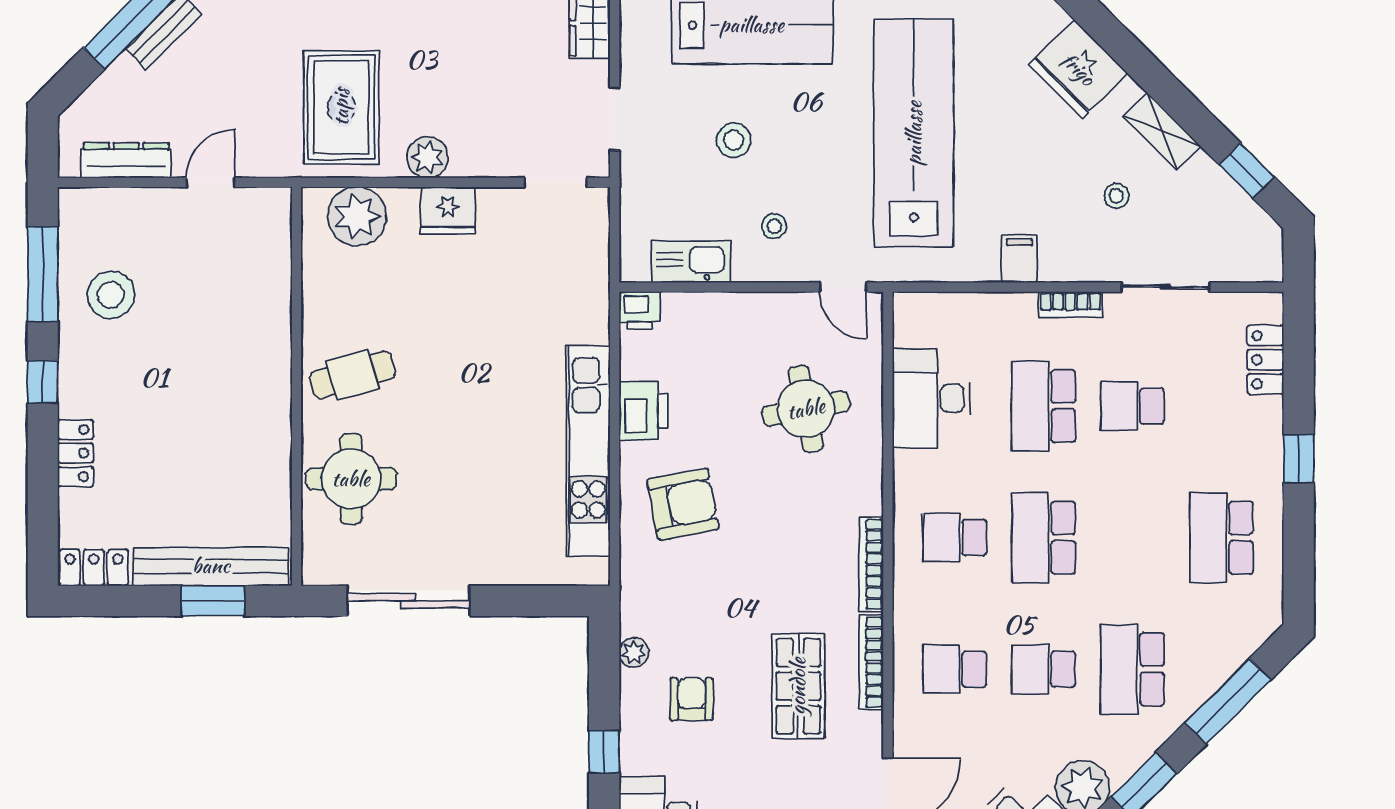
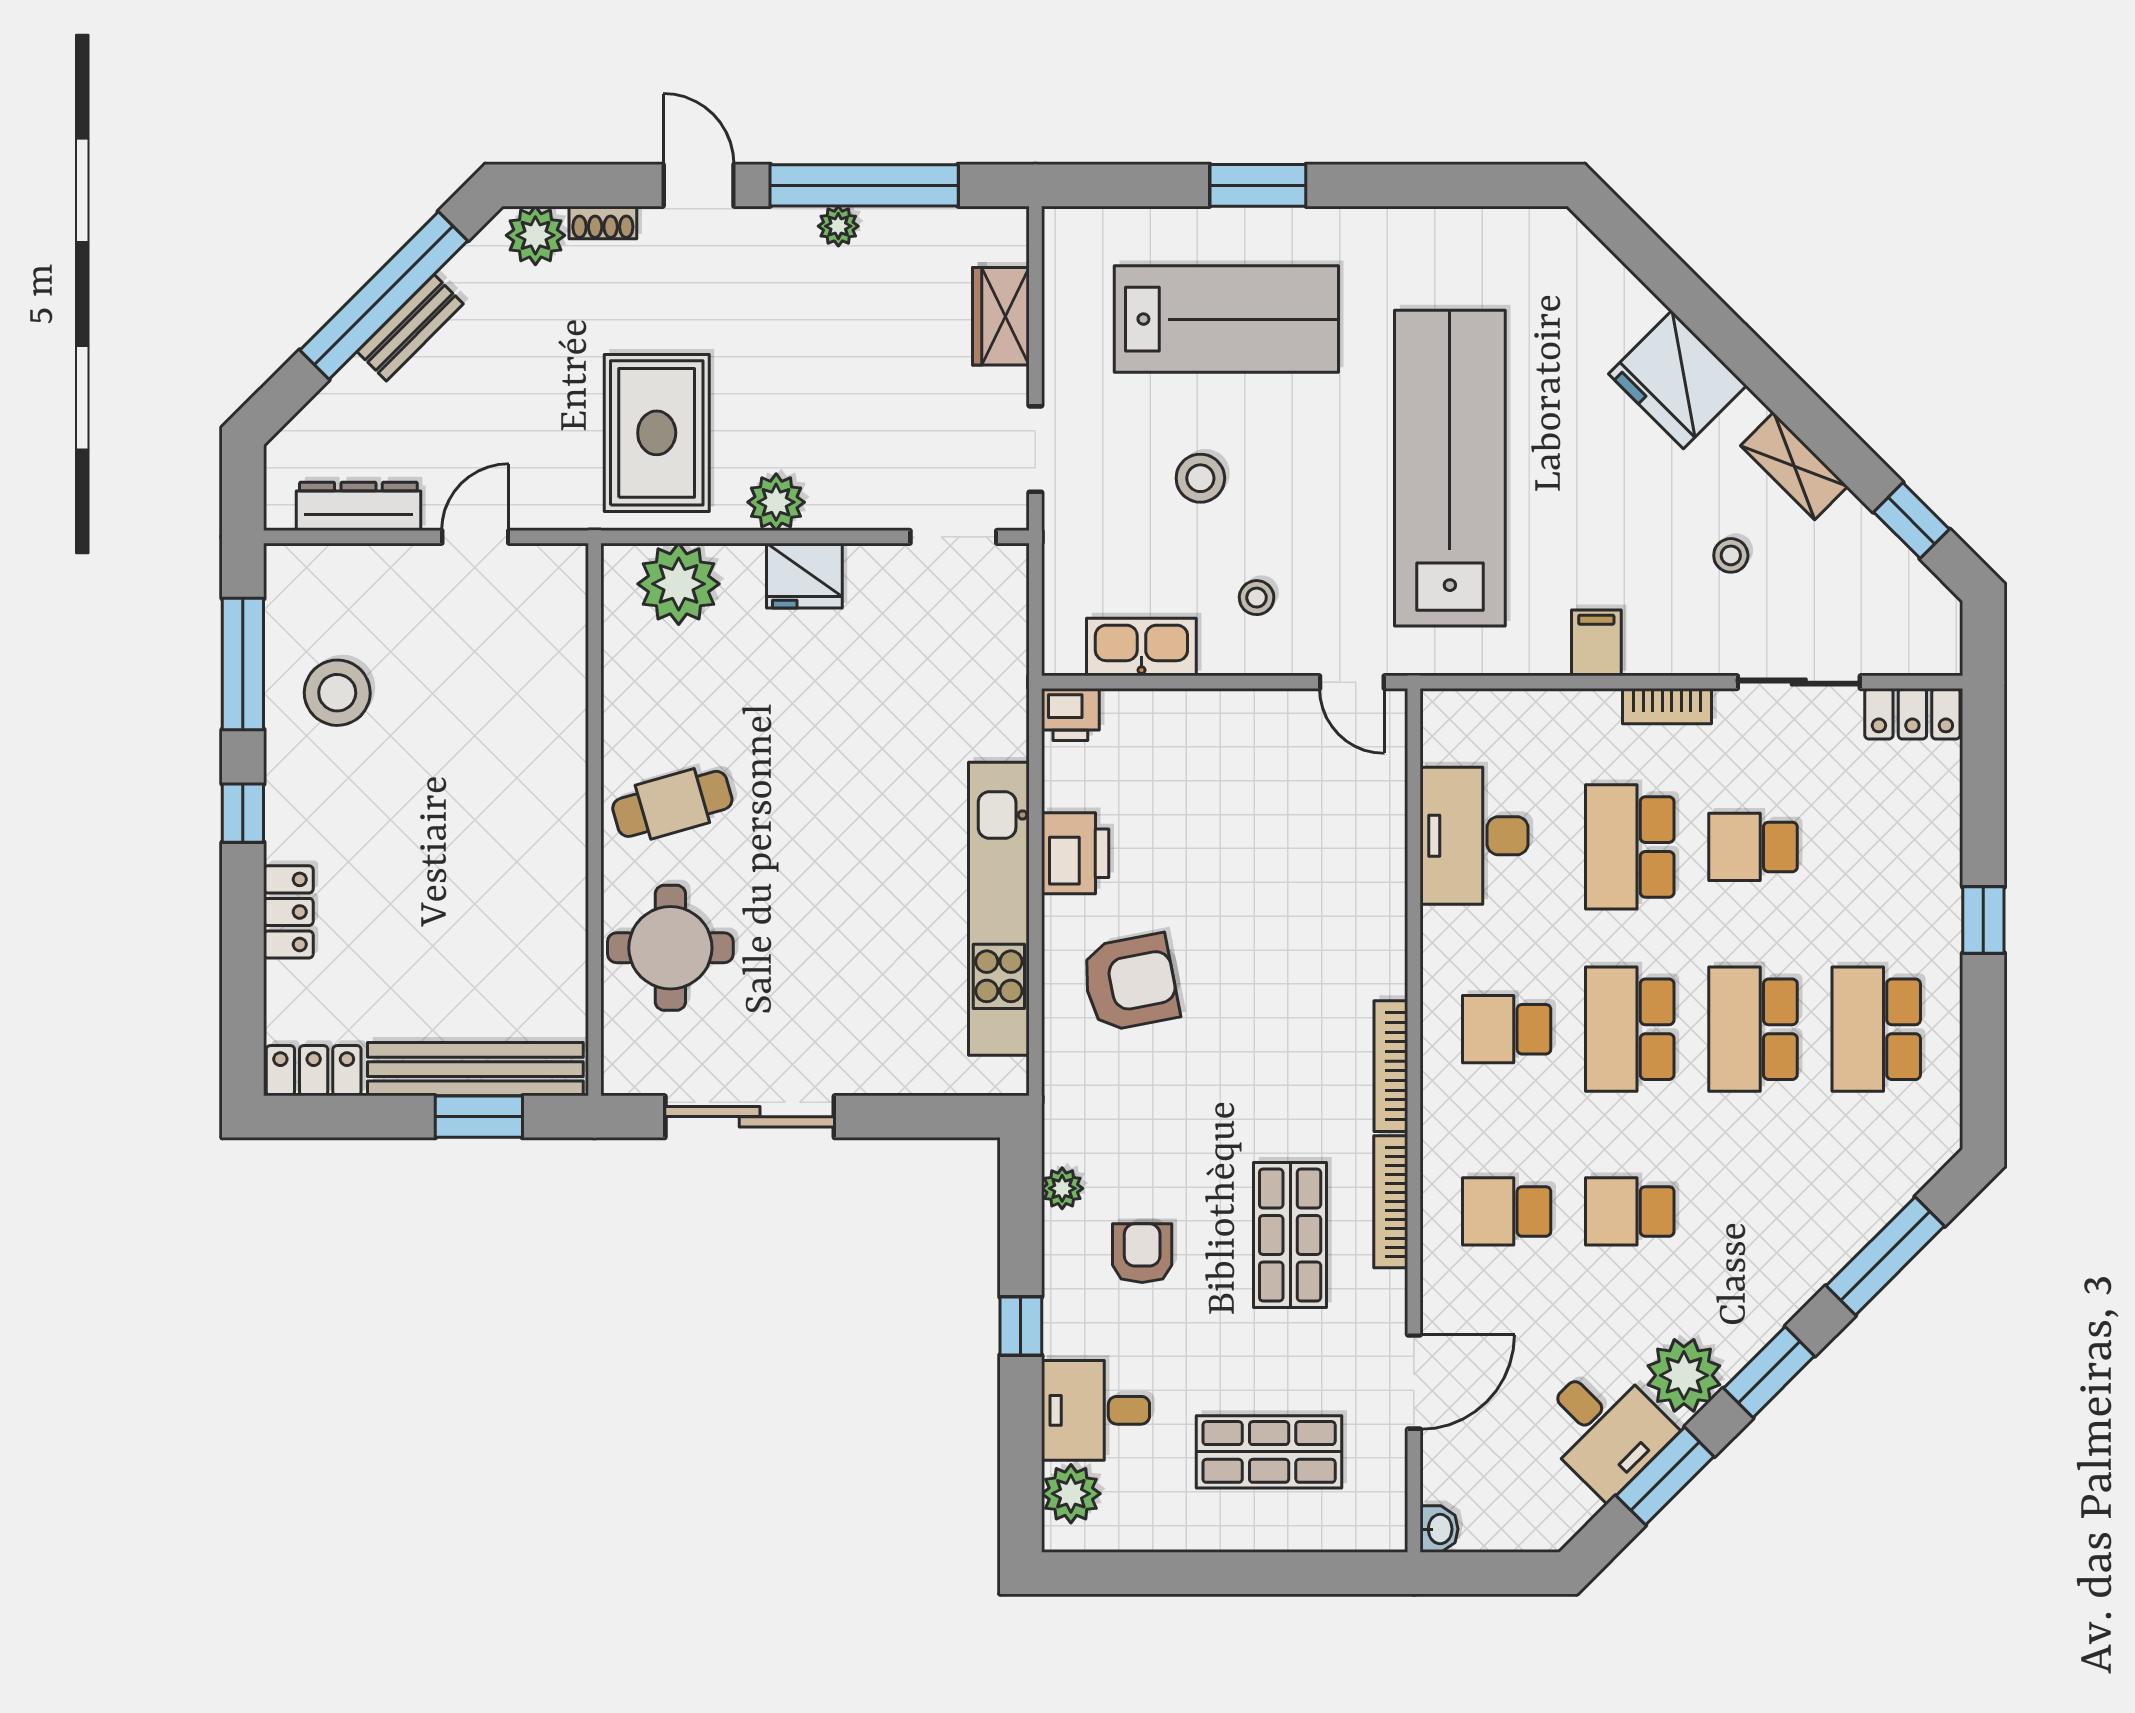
locker: (1265, 360) -> (1912, 714), moved, turned -90
round table: (806, 409) -> (1301, 851), removed
school desk: (1132, 669) -> (1753, 1029), moved

